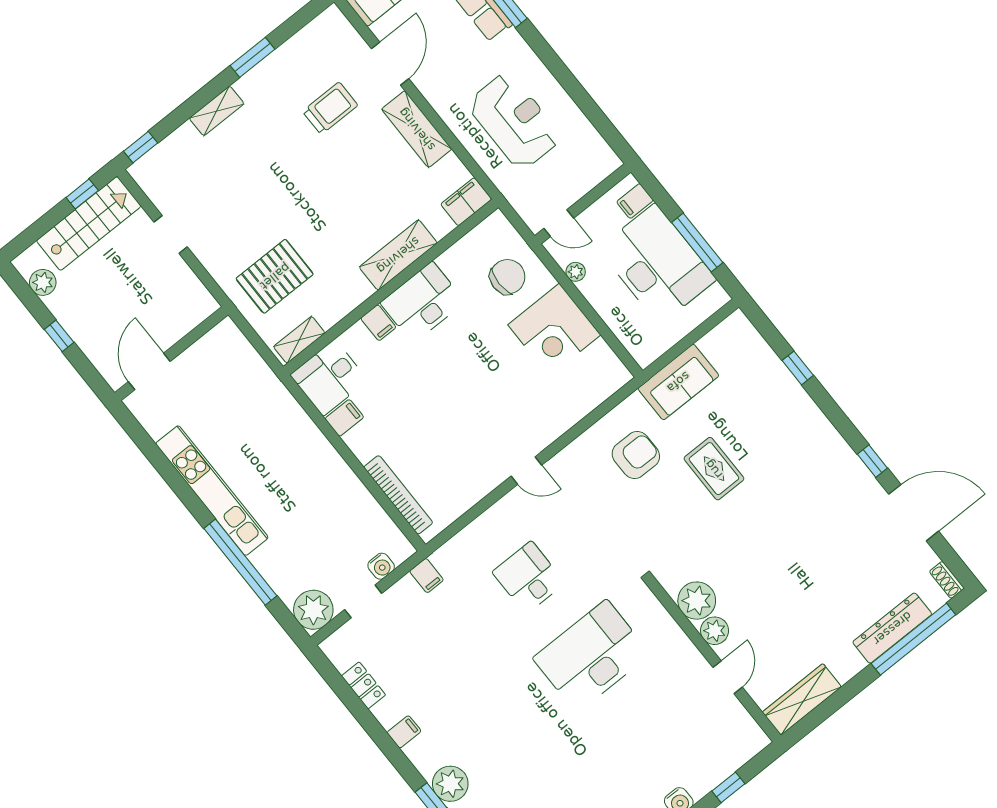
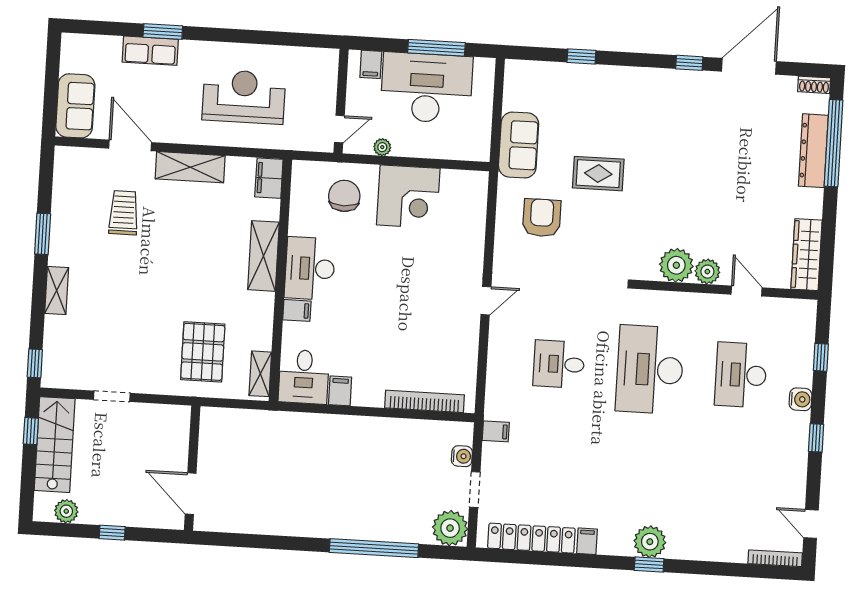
kitchen unit: (212, 491) -> (309, 524), removed
locker: (364, 685) -> (531, 538), width x2.16, depth x1.21
desk: (655, 735) -> (741, 375), added

